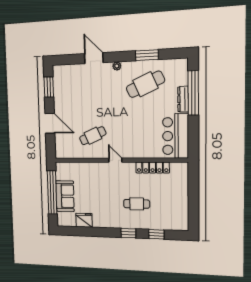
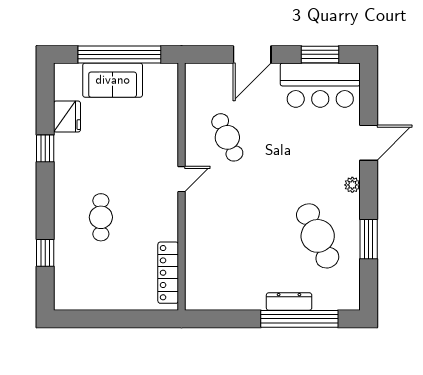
bar counter: (176, 136) -> (320, 85), moved, turned 180
locker: (153, 168) -> (168, 273), moved
window: (128, 233) -> (45, 148), moved

